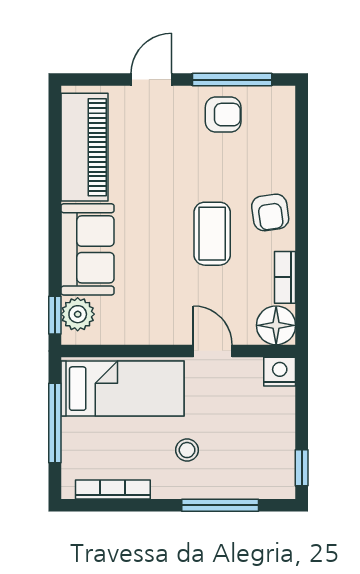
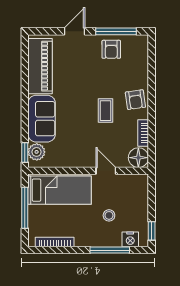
armchair: (223, 115) -> (111, 49), turned 90
coffee table: (212, 234) -> (106, 111), width x0.73, depth x0.77
nightstand: (280, 372) -> (130, 239), moved, turned 180
stool: (187, 450) -> (109, 215), moved

